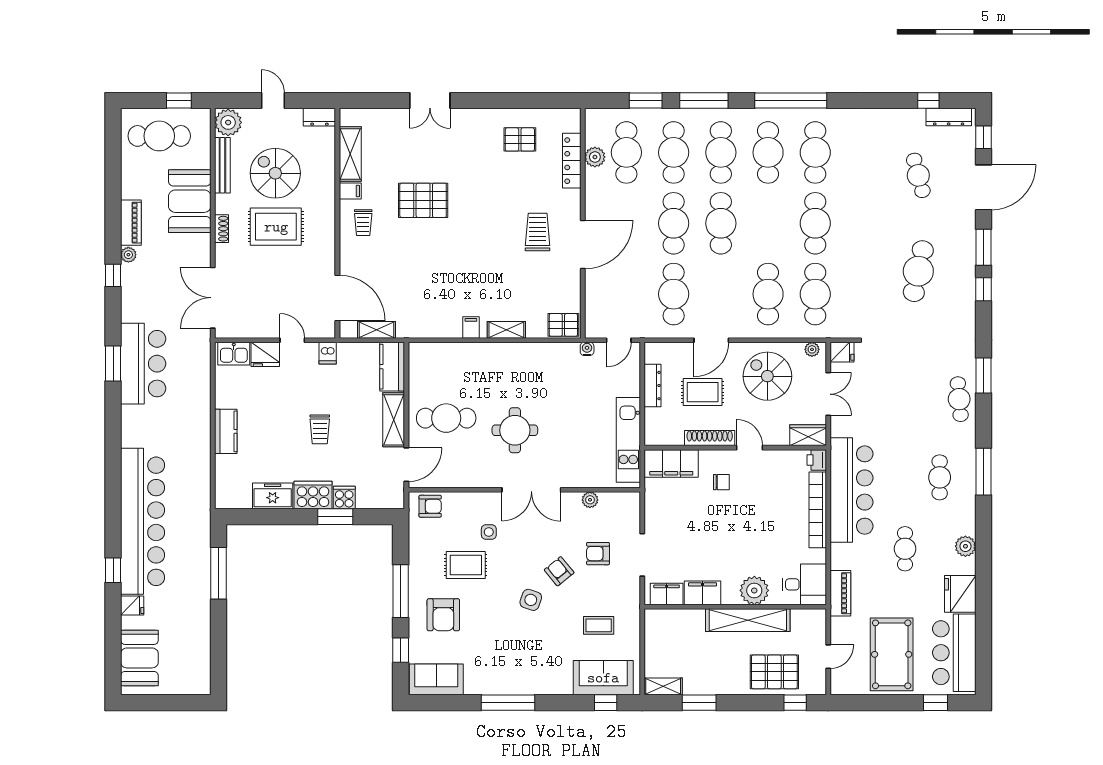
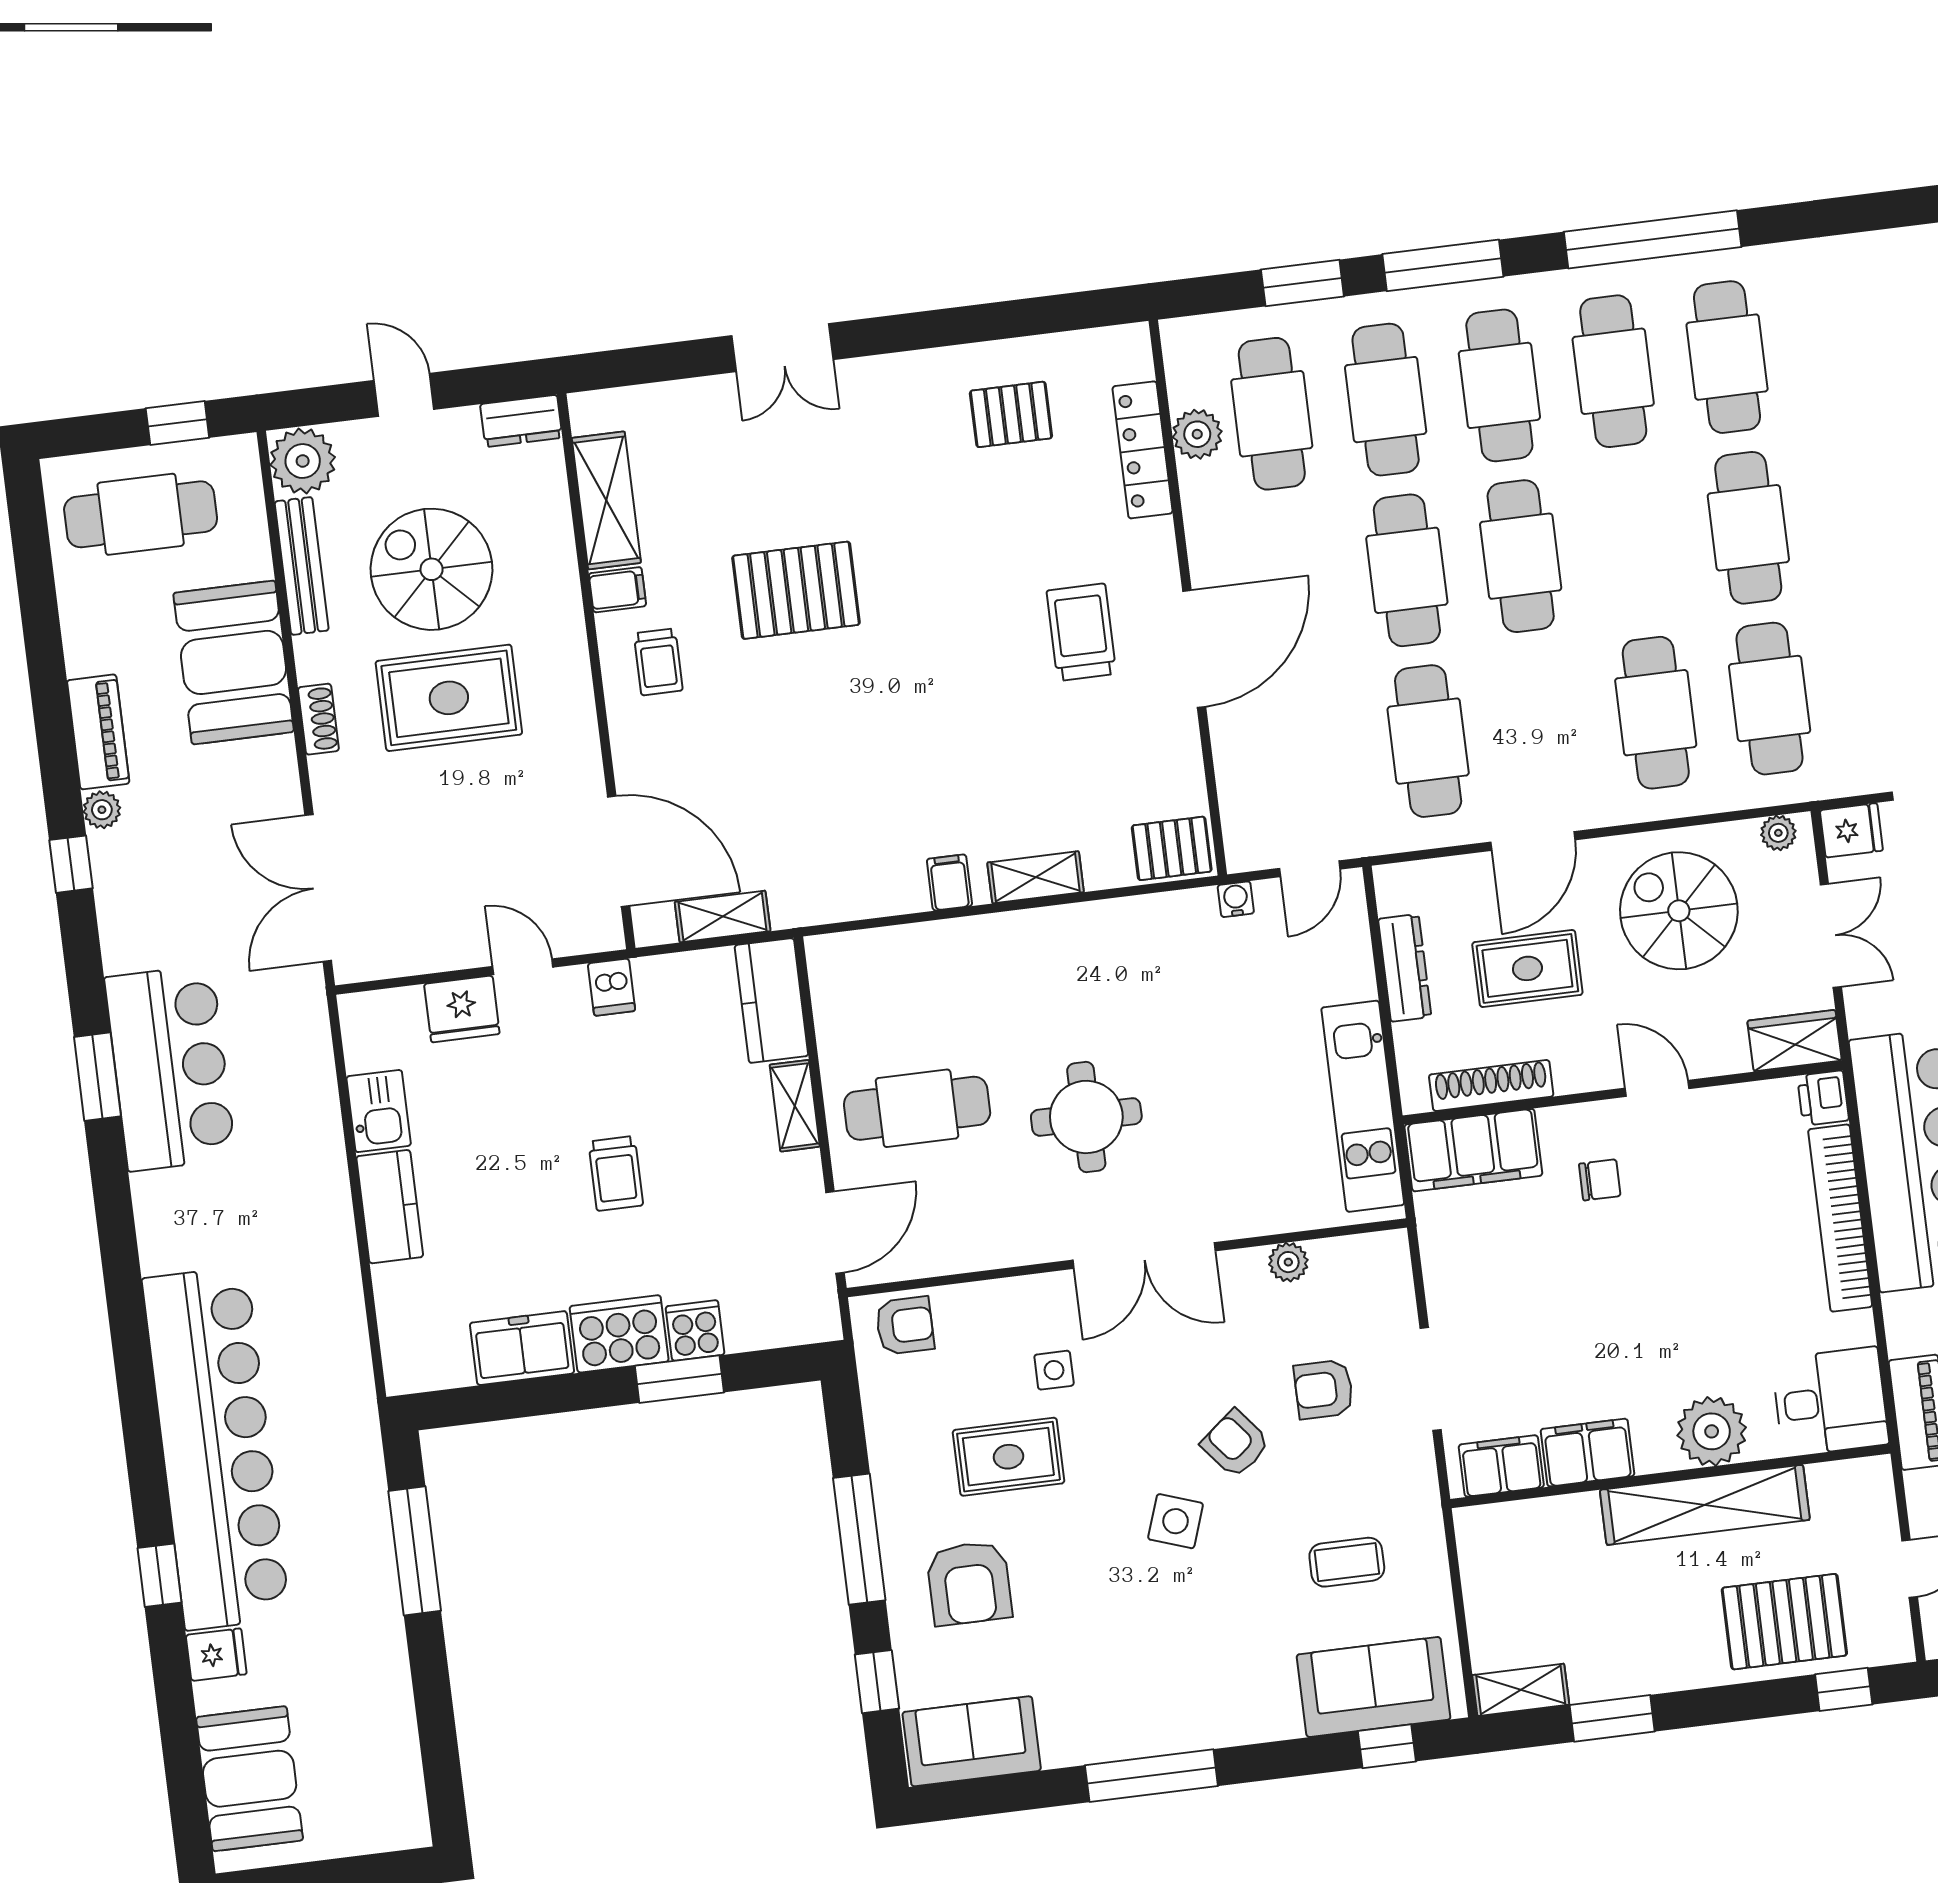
kitchen sink: (234, 354) -> (379, 1111), moved, turned -90
shelving: (394, 420) -> (795, 1106), width x0.67, depth x0.75
shoe rack: (710, 438) -> (1491, 1085), moved

